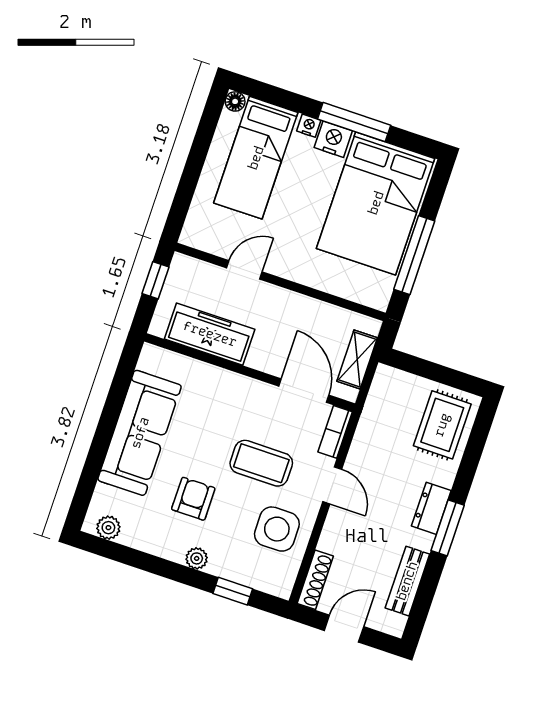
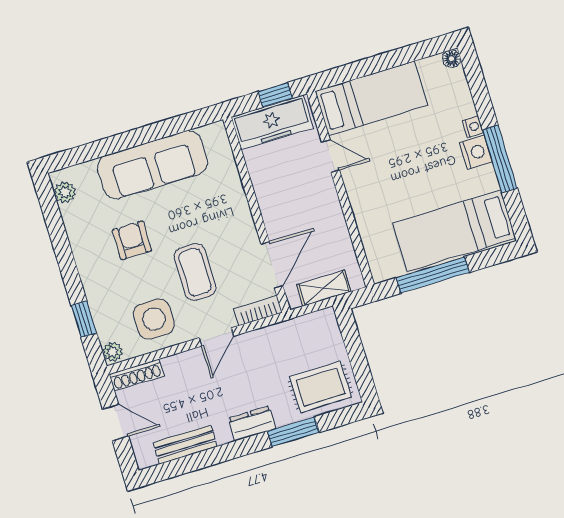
bed: (256, 158) -> (371, 98), moved, turned 180
bed: (376, 203) -> (454, 231), width x0.67
freezer: (210, 334) -> (272, 123), moved, turned 90
armchair: (193, 499) -> (132, 240), turned -90
window: (448, 528) -> (293, 432), moved
plant: (197, 558) -> (113, 352), moved

